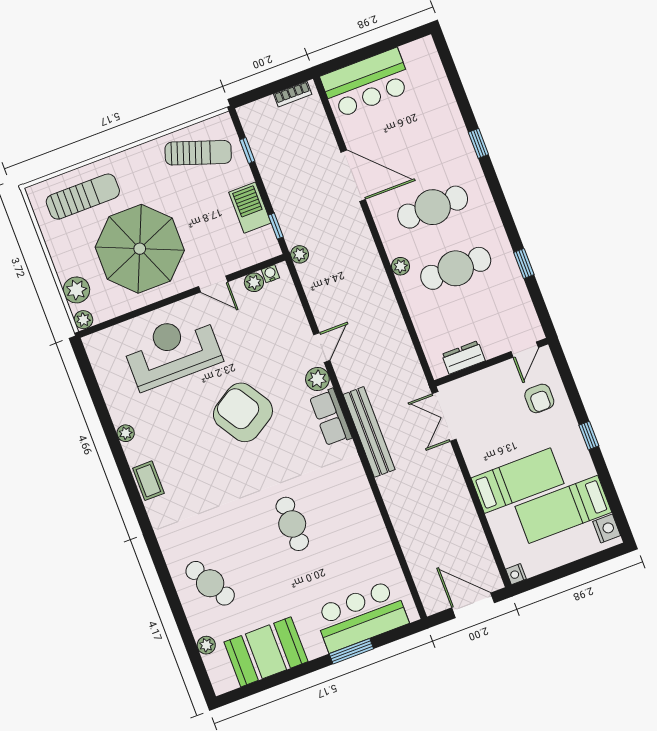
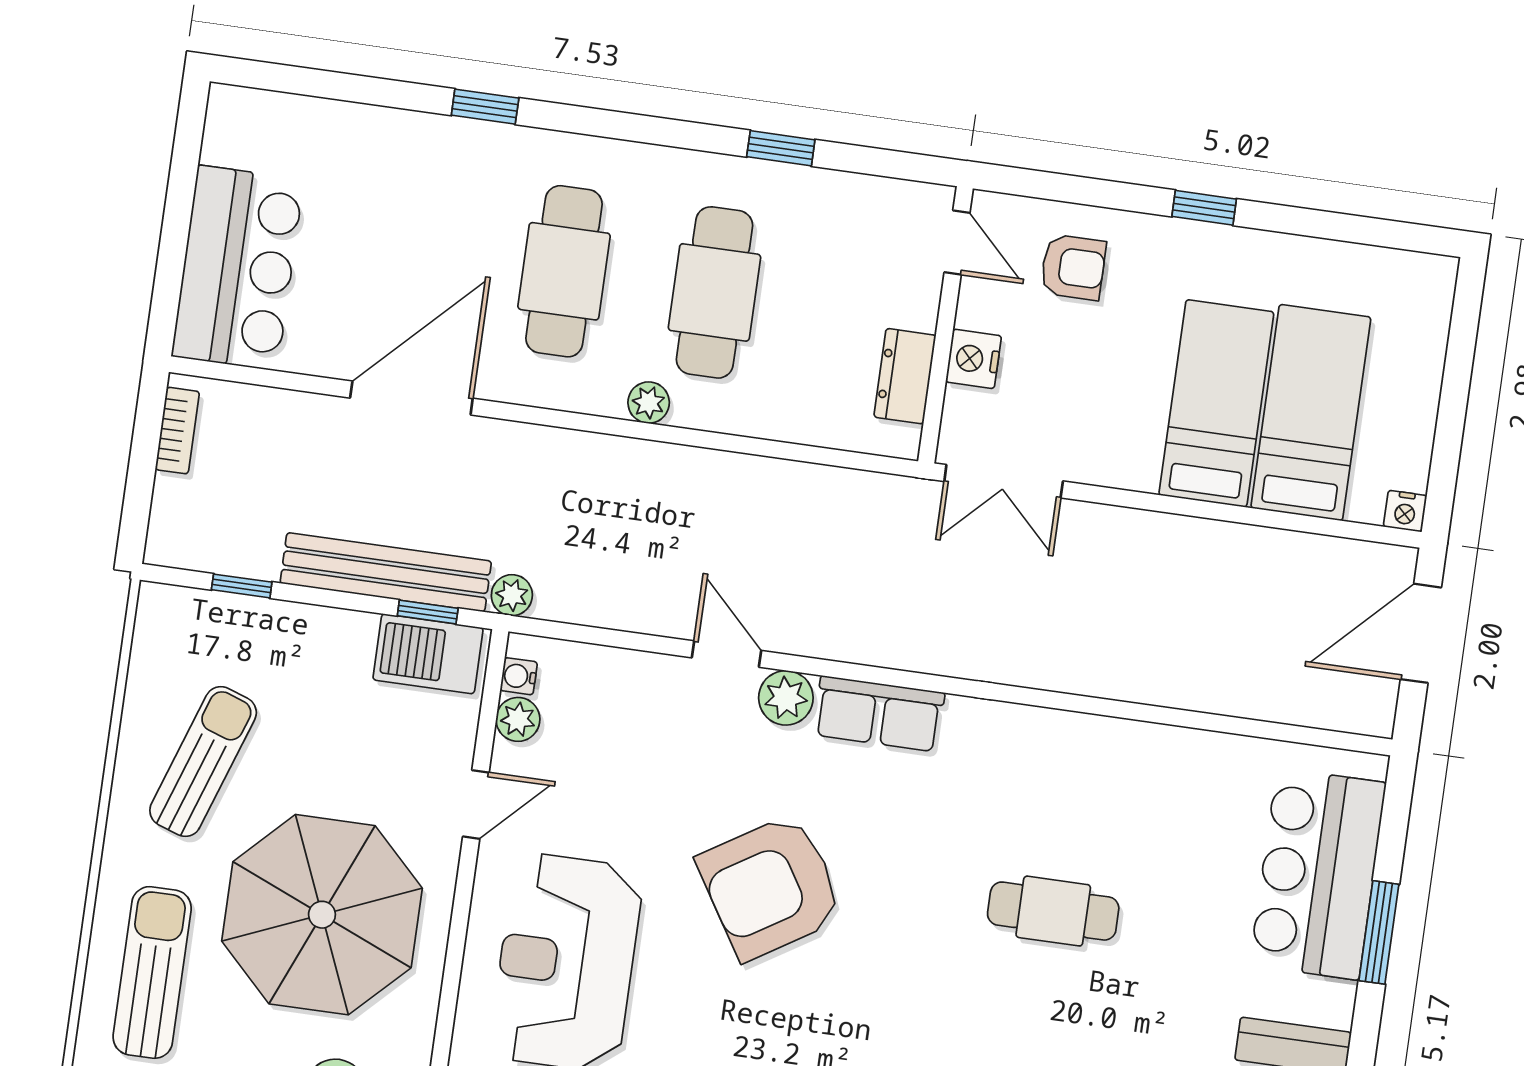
sun lounger: (198, 153) -> (203, 762), moved
barbecue: (250, 208) -> (428, 654), moved
bench: (369, 432) -> (386, 572), moved
bed: (563, 509) -> (1311, 413), moved, turned 180
nightstand: (607, 529) -> (974, 359), moved, turned -90

